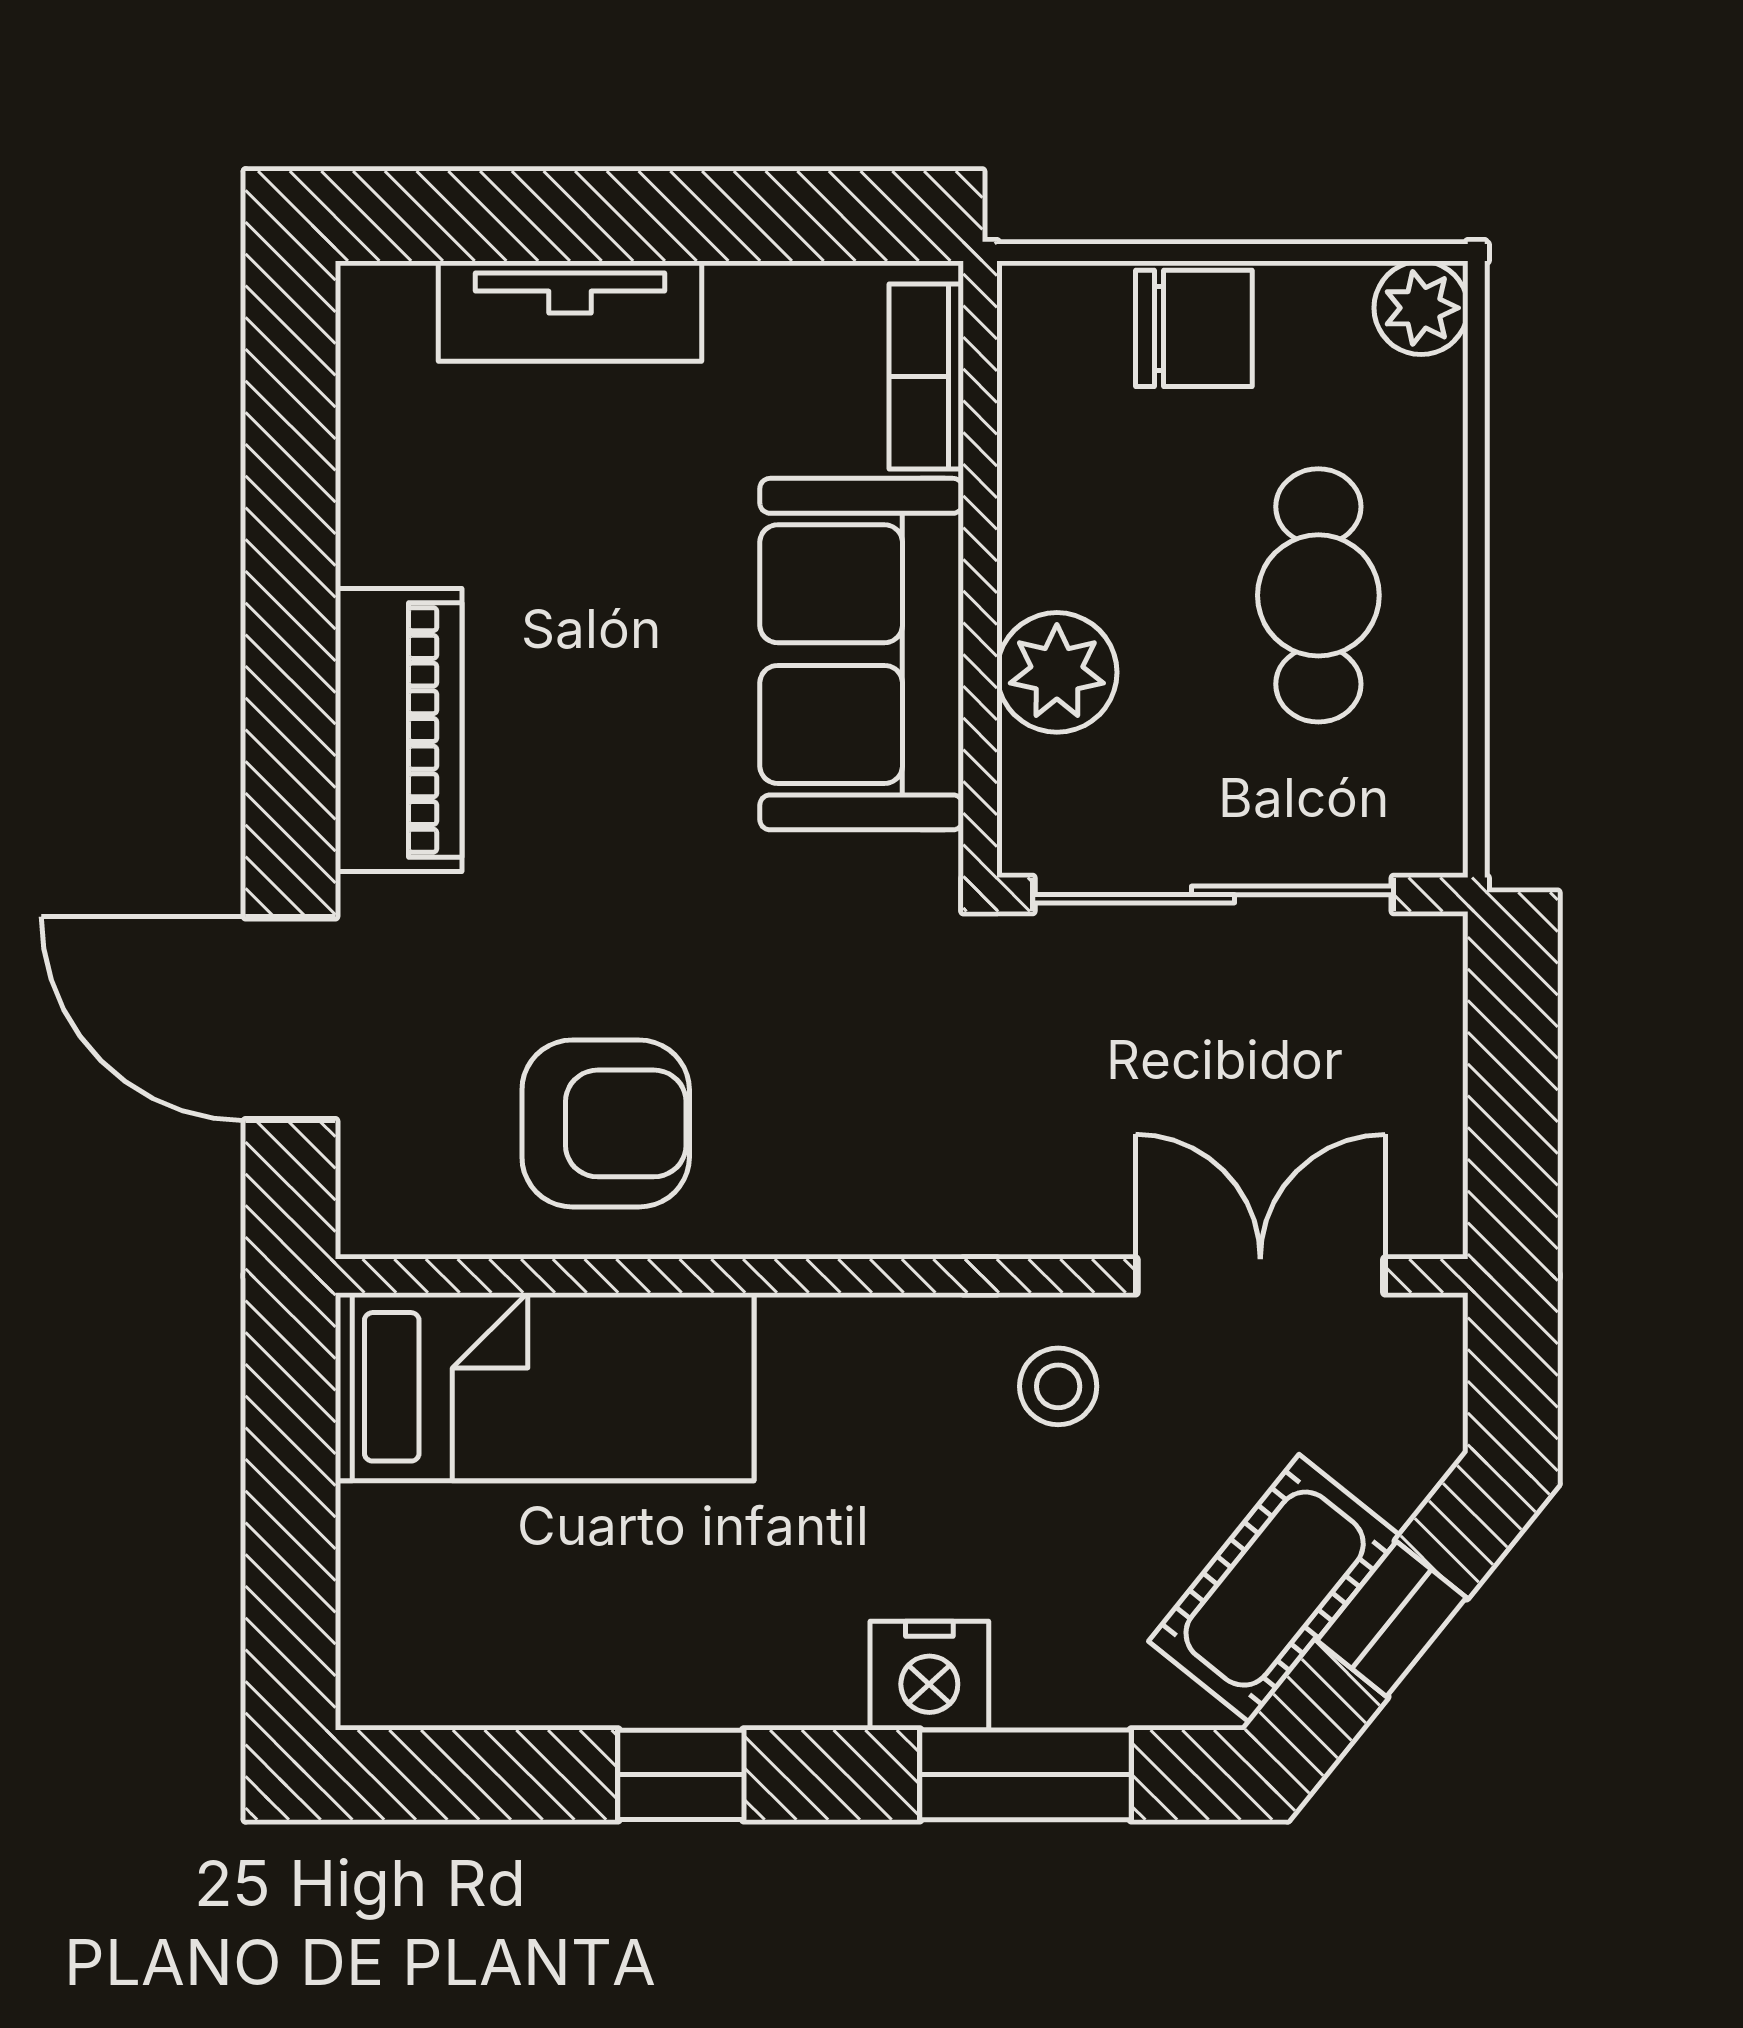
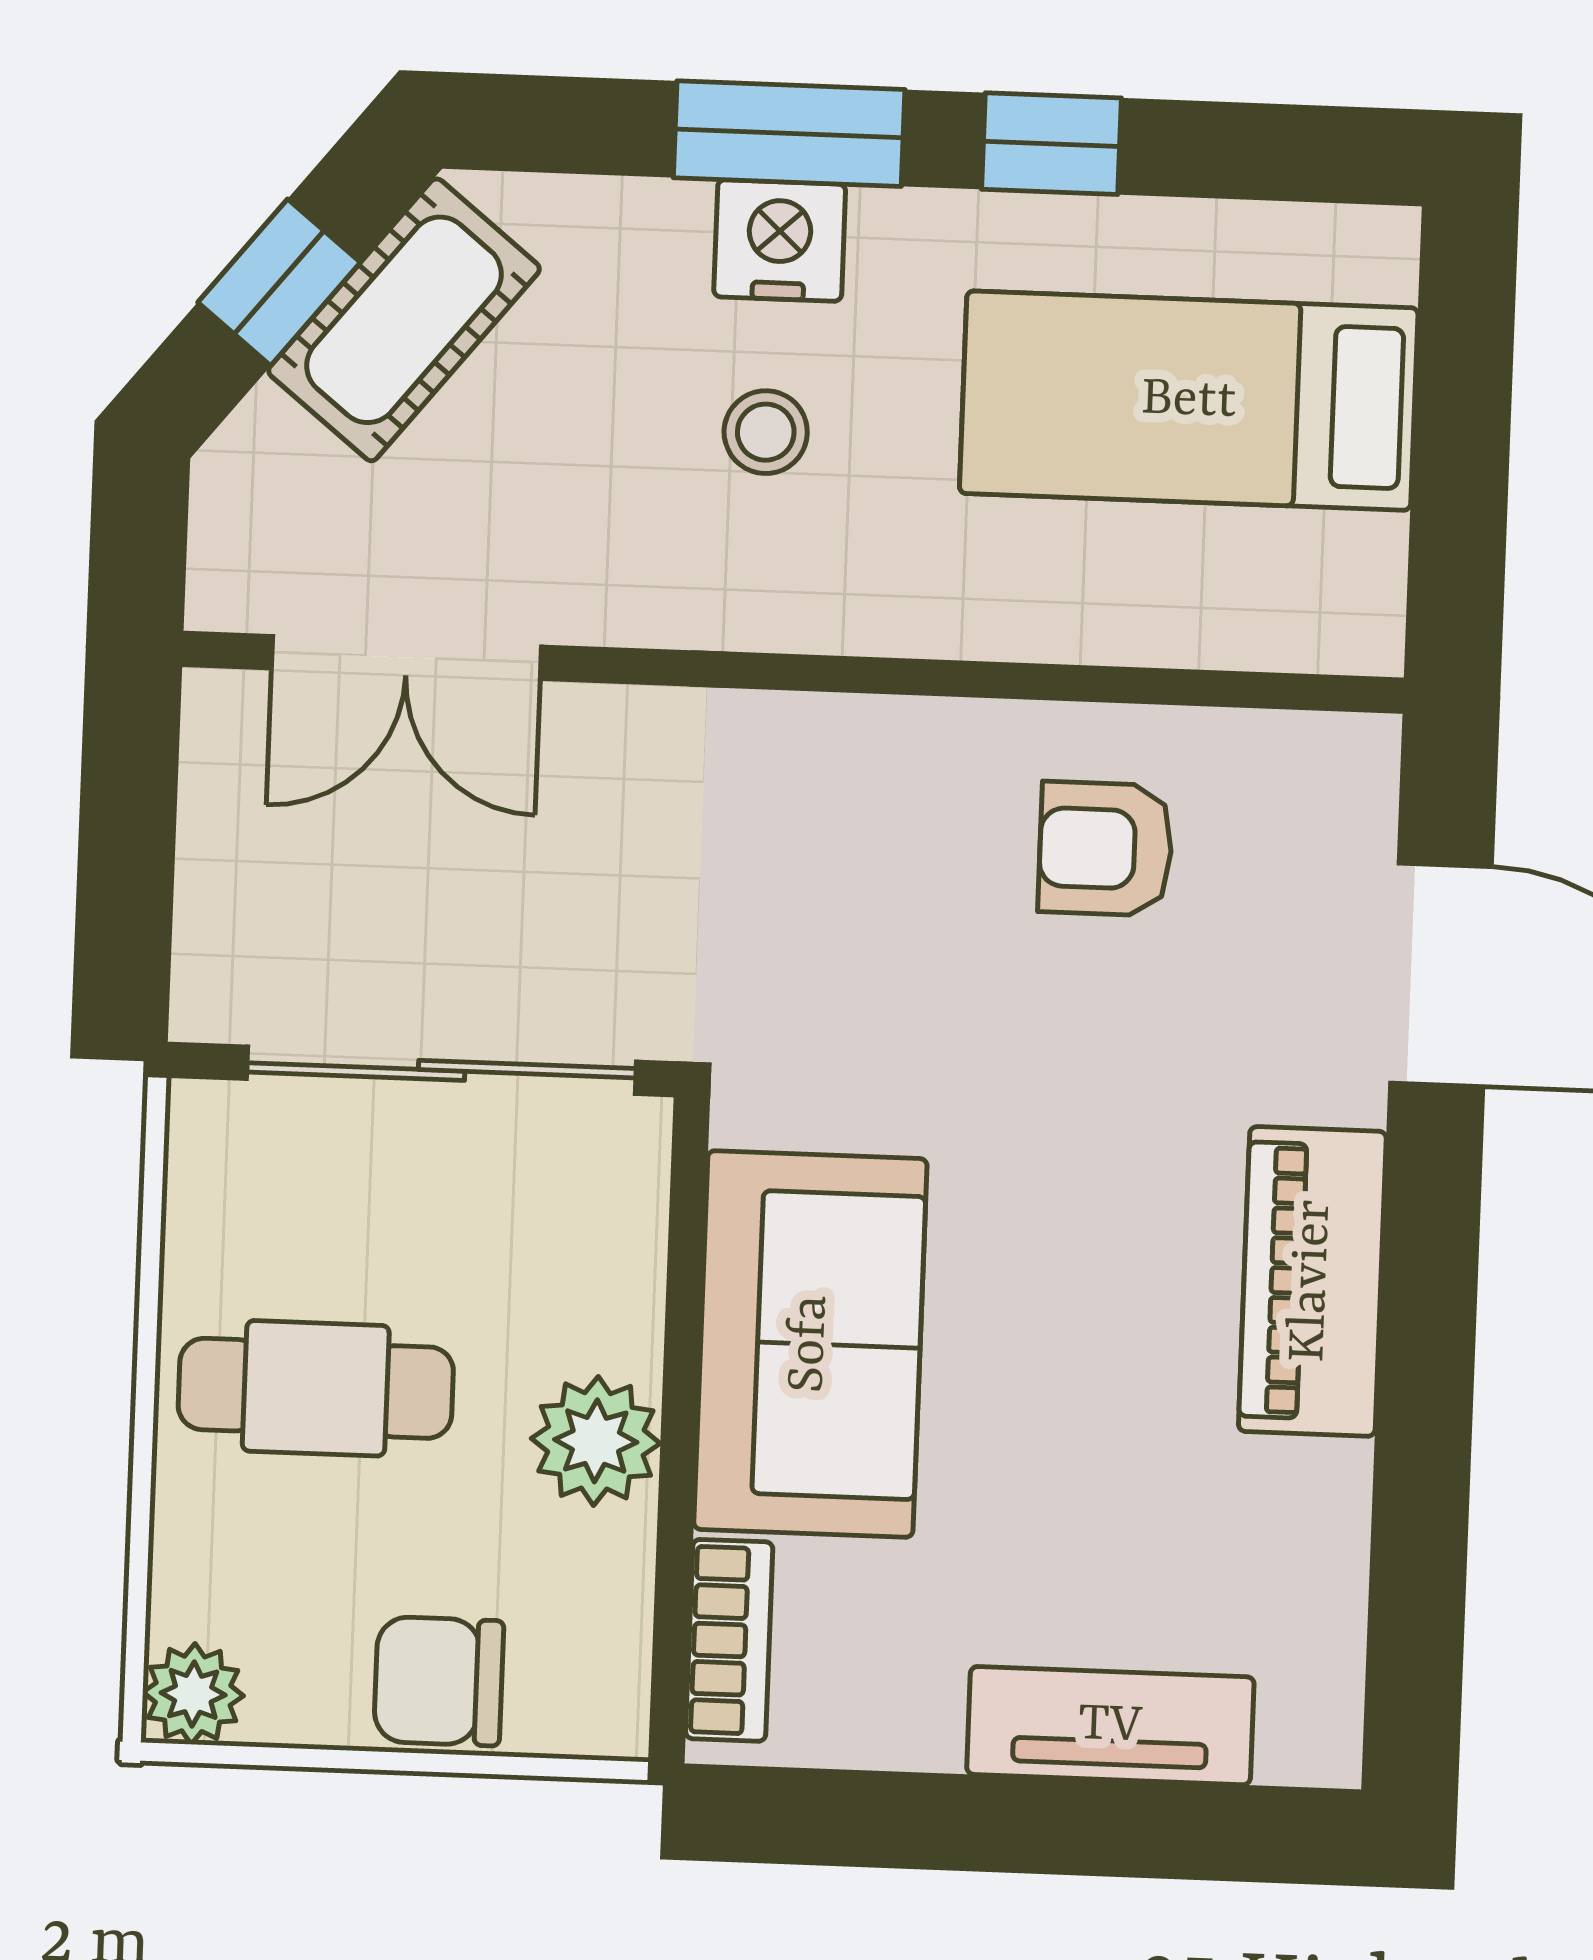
cafe table: (1318, 595) -> (316, 1388), turned 90
plant: (1057, 672) -> (596, 1441), moved
armchair: (606, 1123) -> (1106, 849), width x0.72, depth x0.72
stool: (1058, 1386) -> (766, 432), moved
bed: (545, 1387) -> (1189, 401), moved
window: (1025, 1775) -> (789, 134), moved

